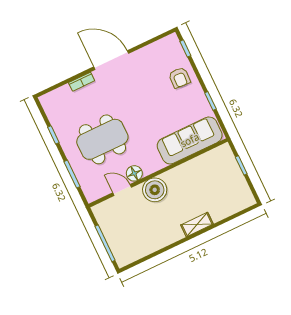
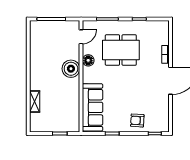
dining table: (102, 139) -> (121, 50), turned 90
door: (122, 190) -> (81, 37), moved
shelving: (197, 224) -> (35, 101), moved

